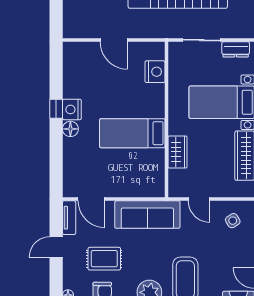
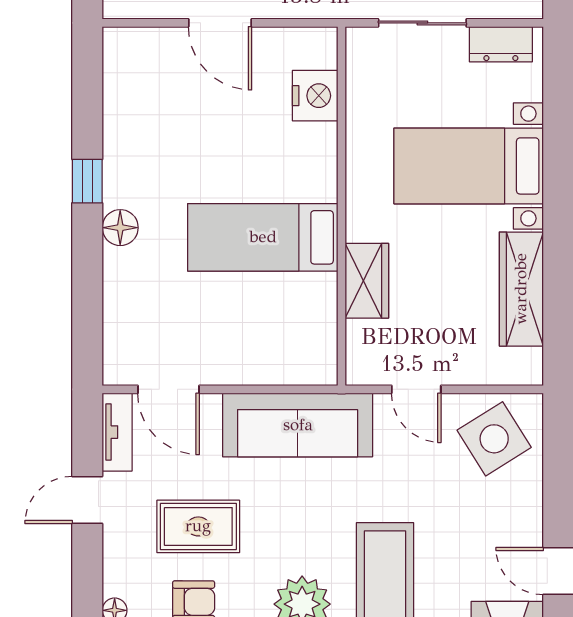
nightstand: (72, 109) -> (124, 183), removed
side table: (233, 221) -> (494, 439), width x1.87, depth x1.87

